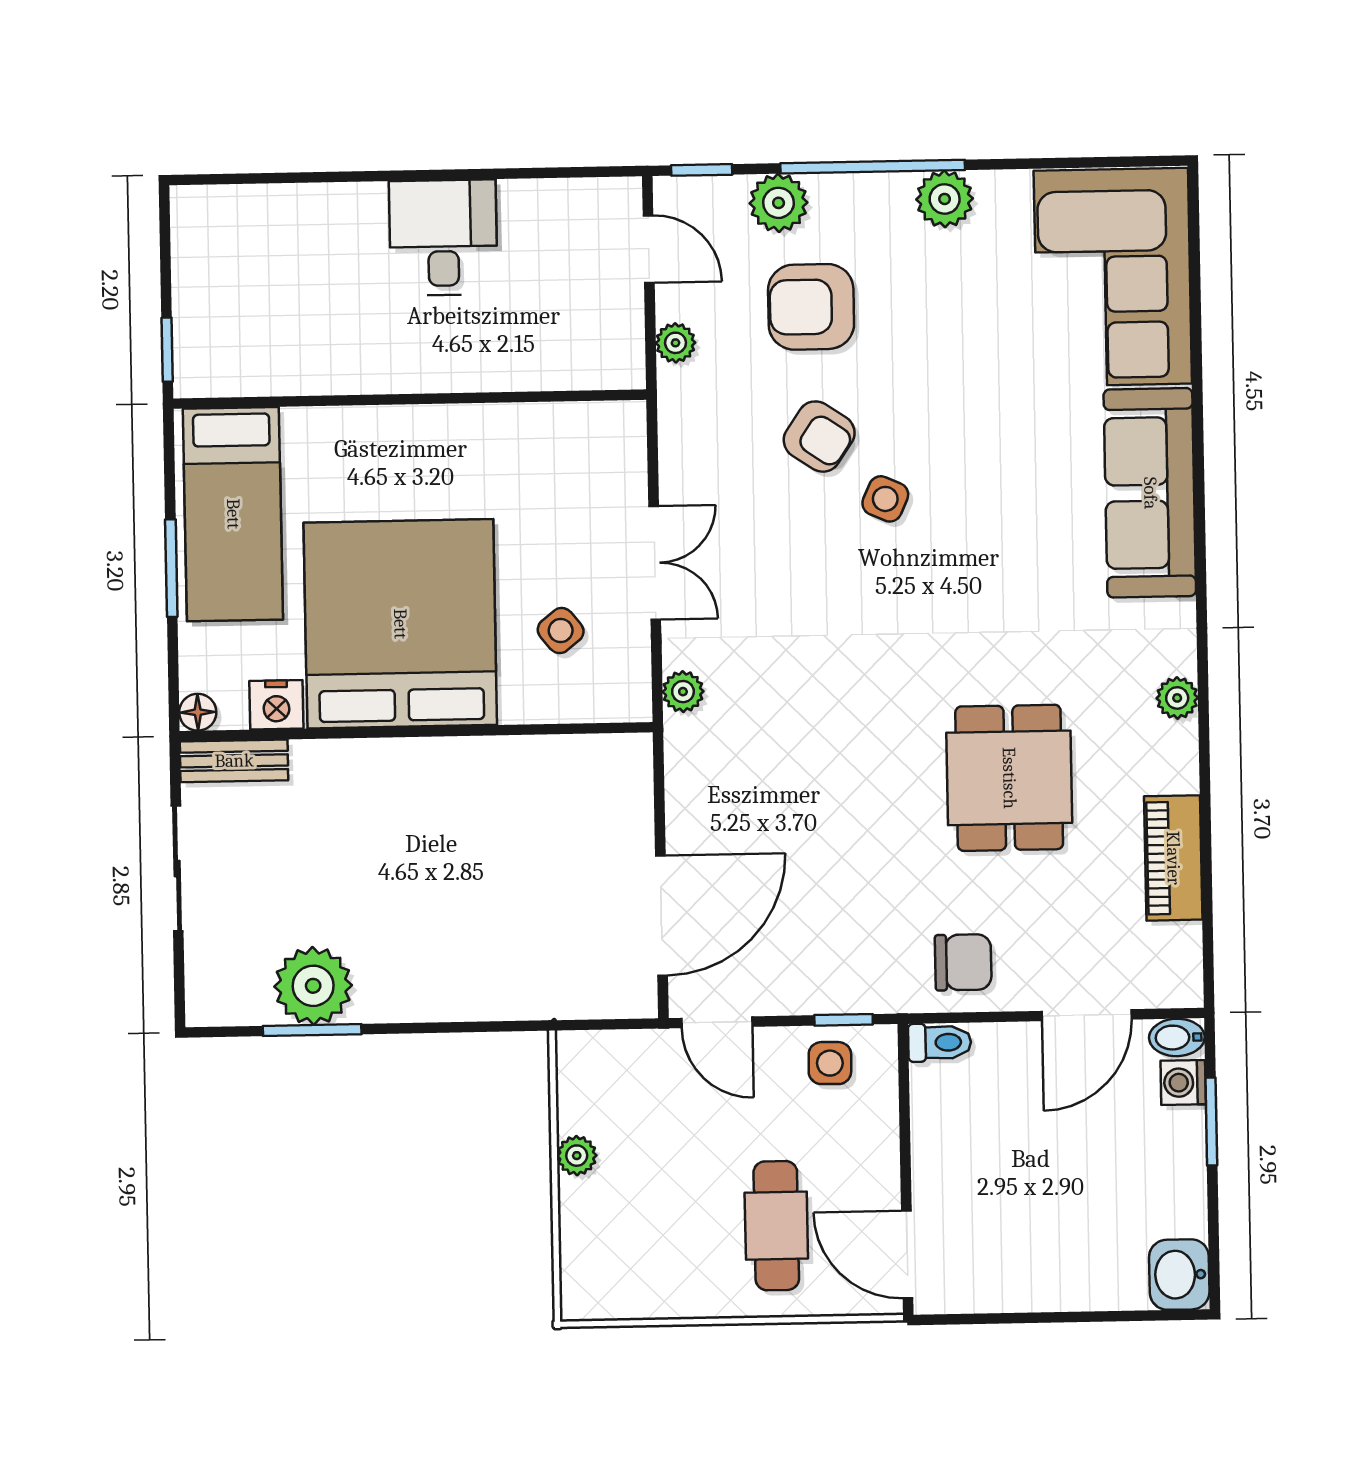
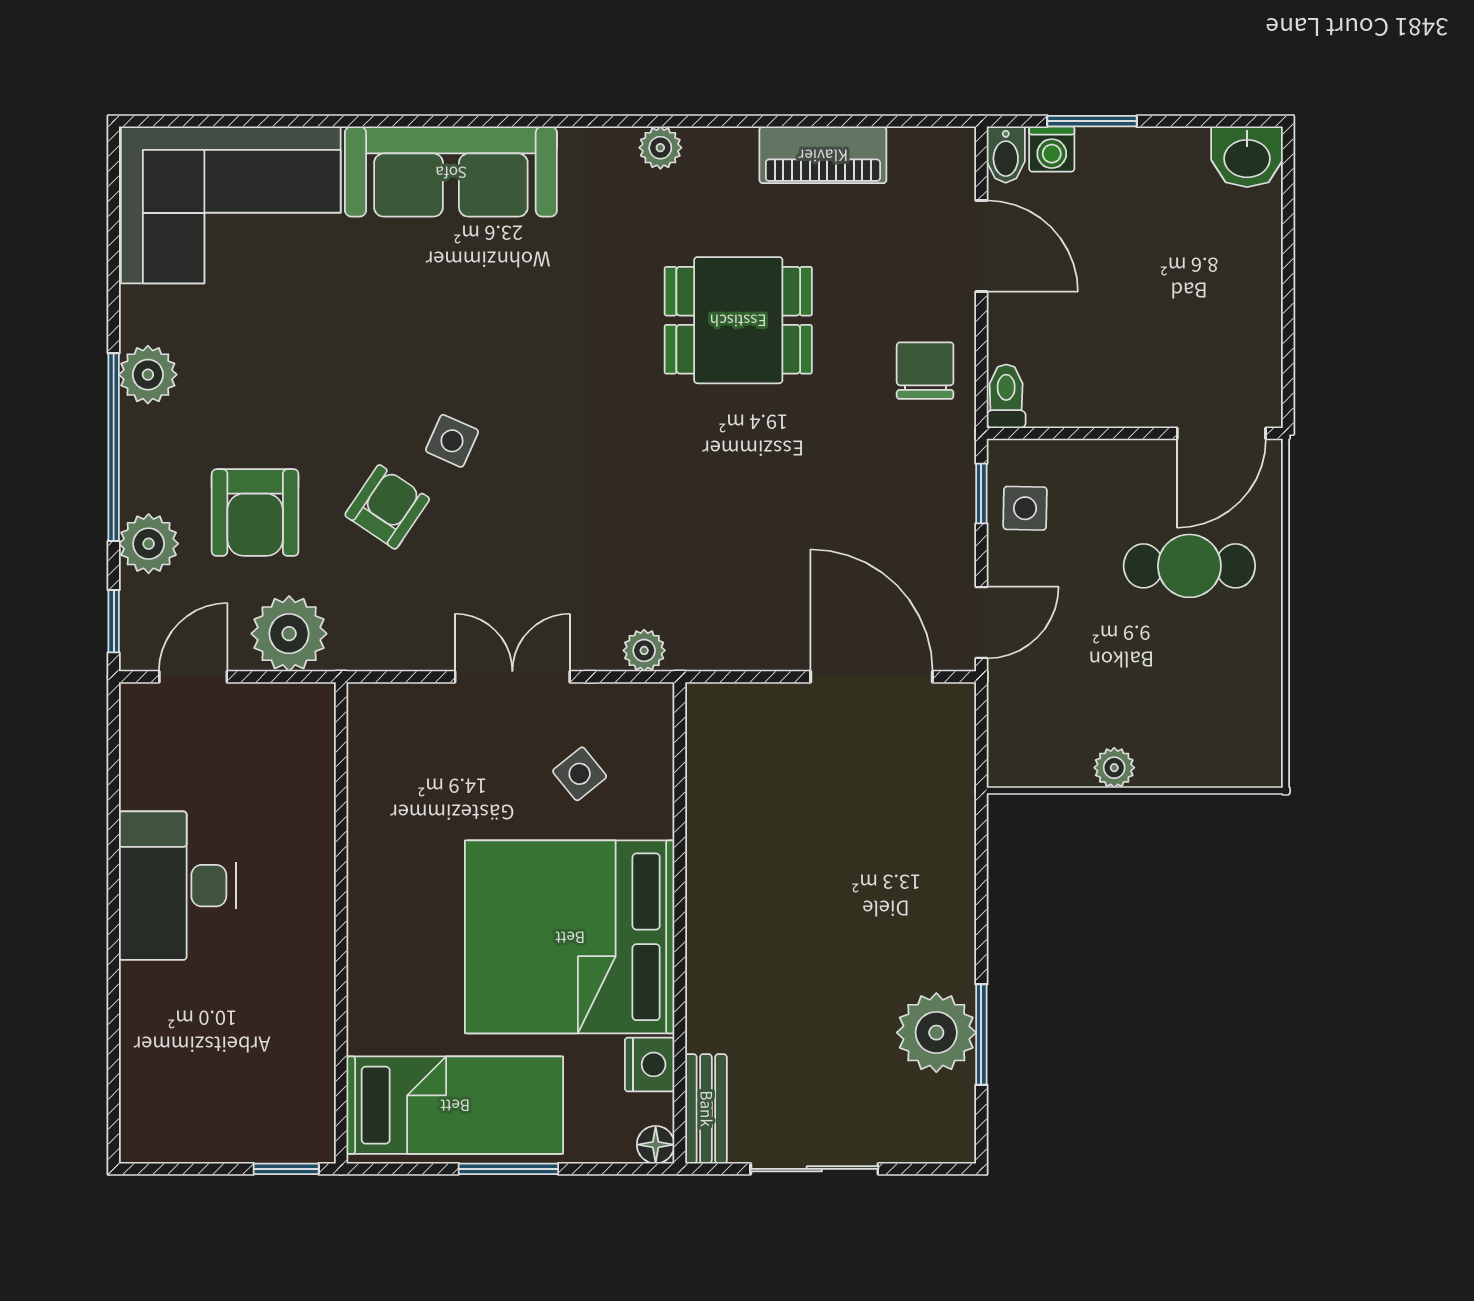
desk: (443, 237) -> (177, 886), width x1.37
plant: (675, 343) -> (289, 634), width x1.87, depth x1.87

